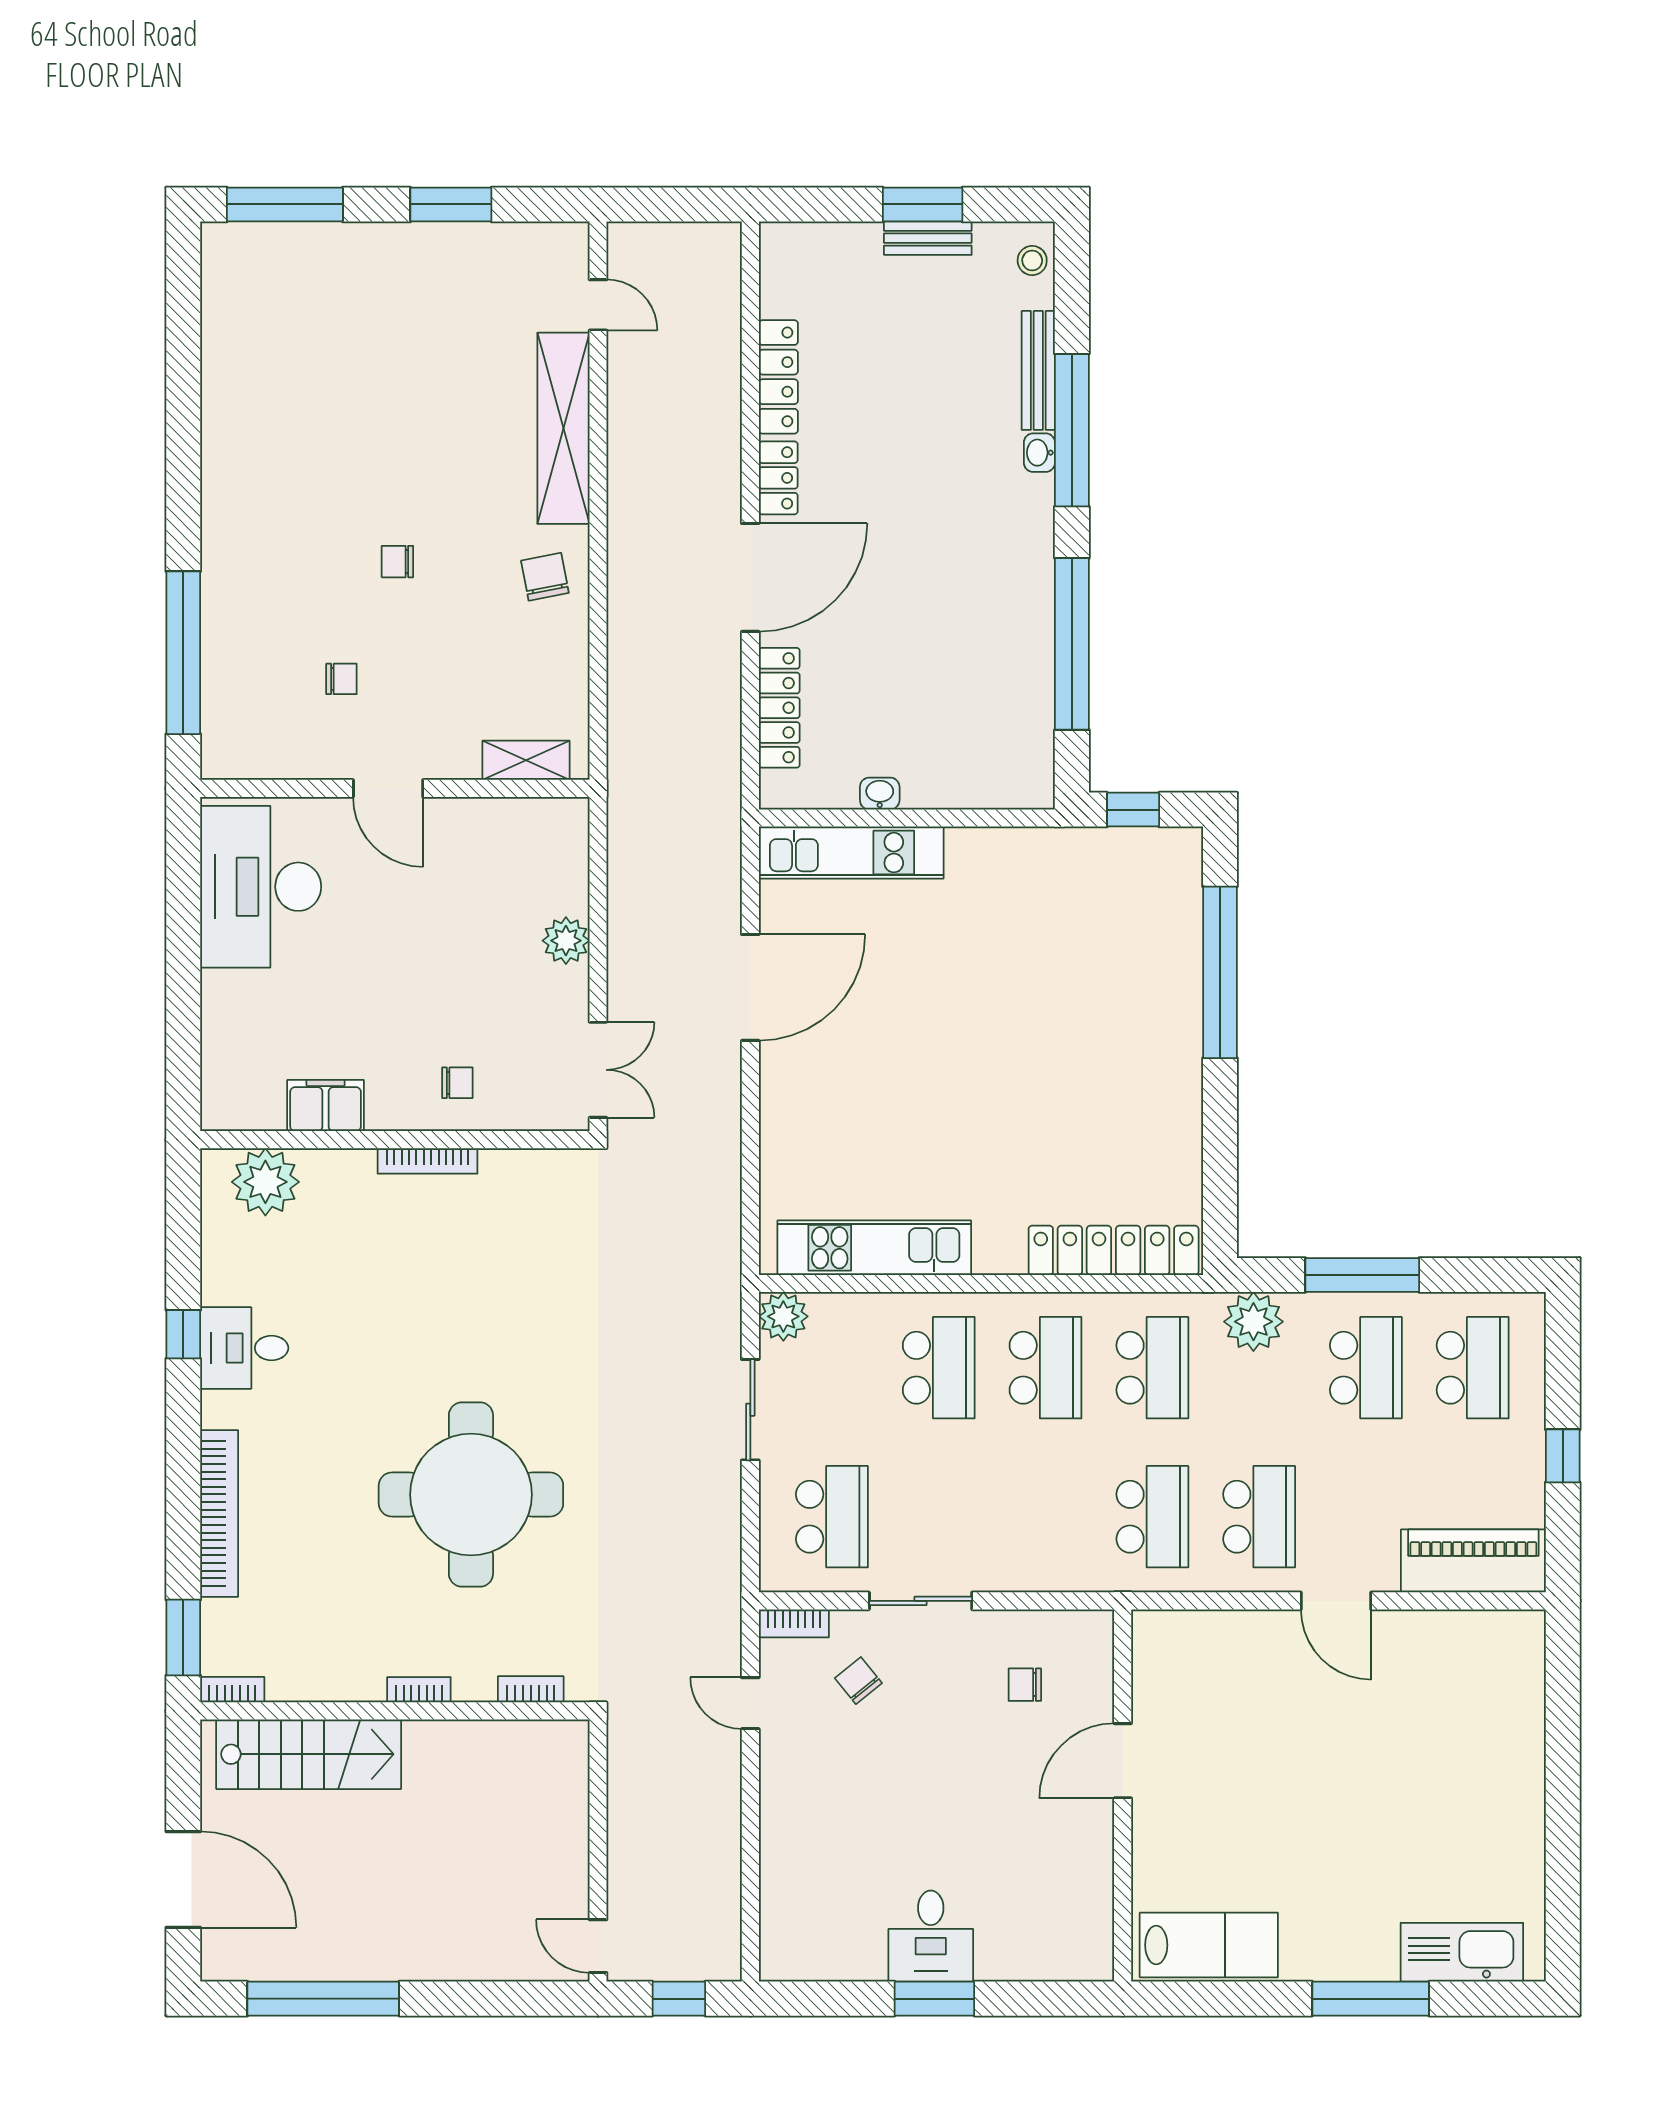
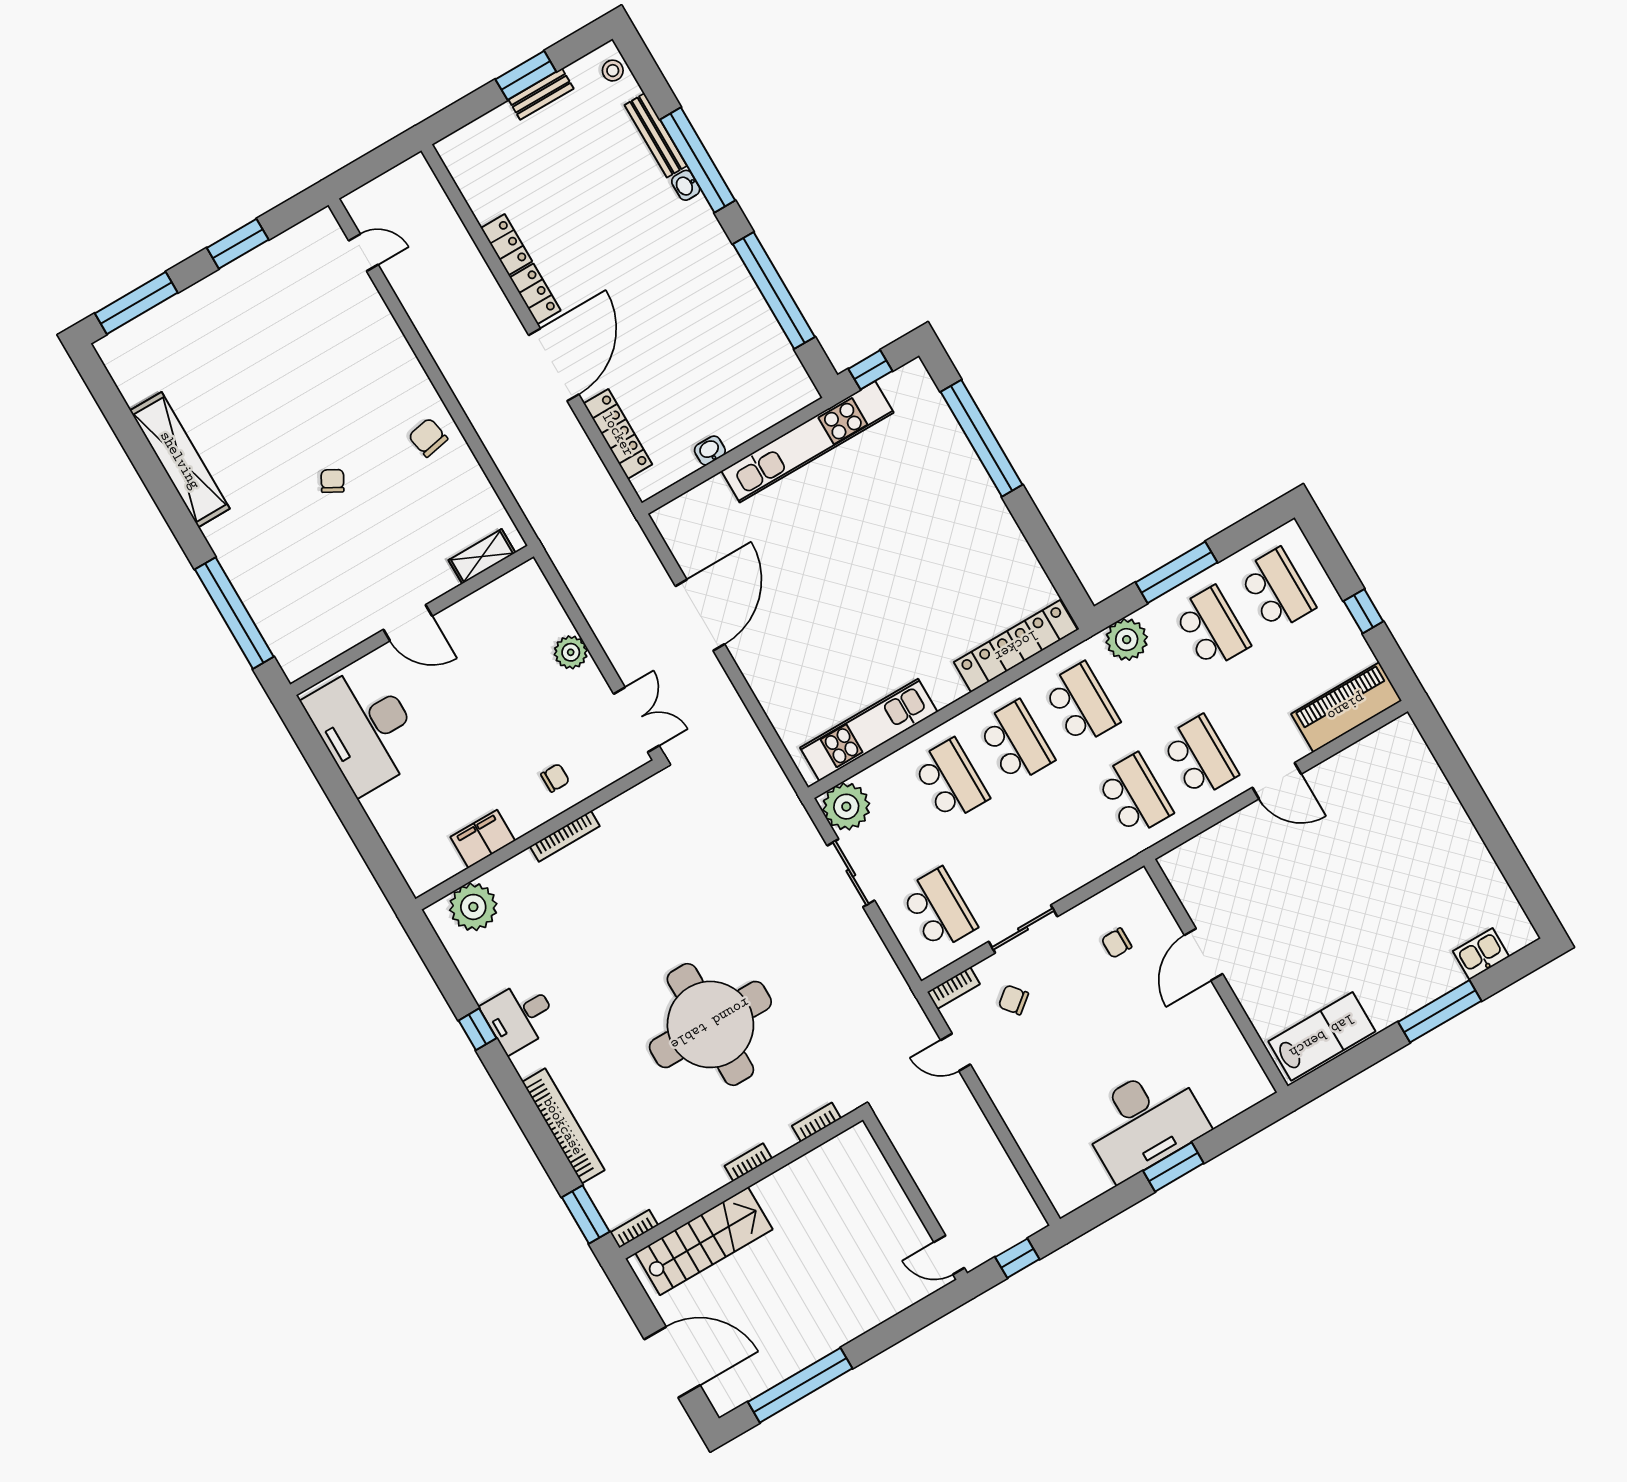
locker: (778, 377) -> (507, 245), width x0.66
shelving: (563, 428) -> (180, 460), moved
chair: (397, 562) -> (333, 481), turned 119
chair: (341, 679) -> (340, 573), removed
kitchen unit: (851, 853) -> (807, 442), moved, width x1.36
plant: (783, 1316) -> (846, 807), width x1.36, depth x1.36
desk: (931, 1936) -> (1144, 1122), width x1.87, depth x1.30
kitchen sink: (1462, 1952) -> (1481, 954), width x0.53, depth x0.81

